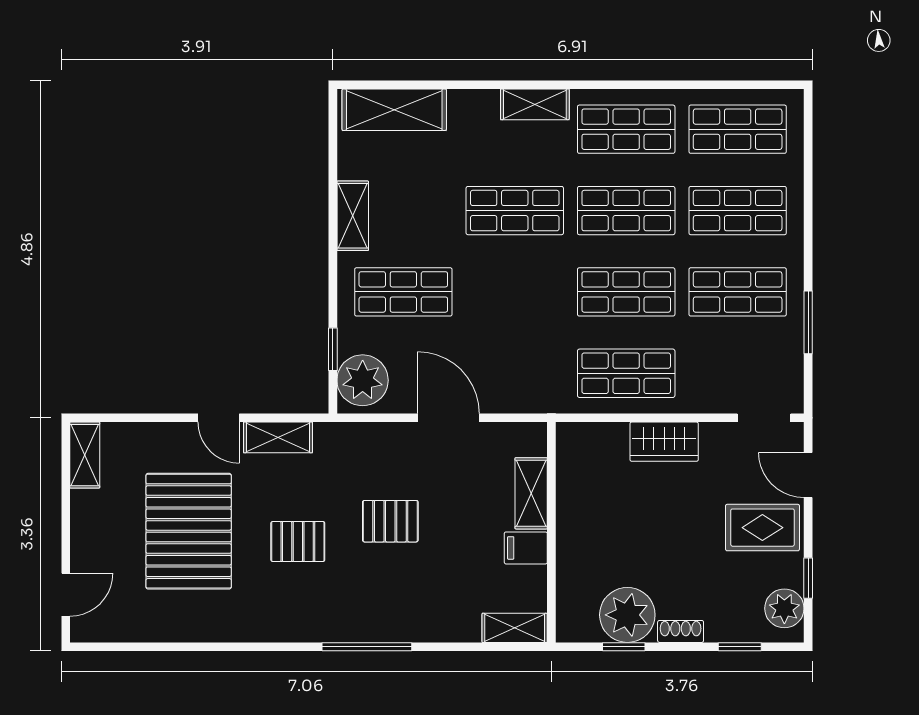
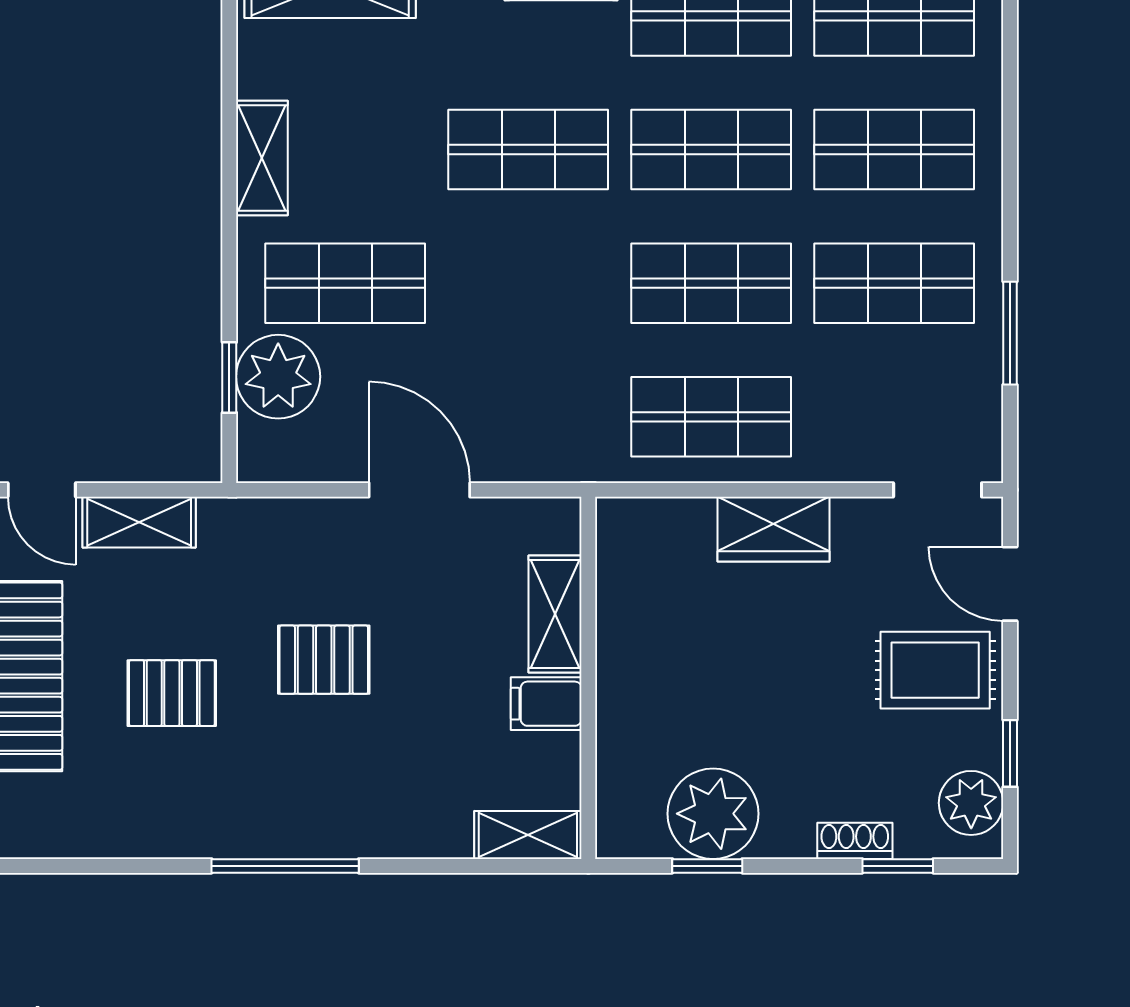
plant: (363, 380) -> (278, 377), moved
shoe rack: (681, 631) -> (855, 841), moved

